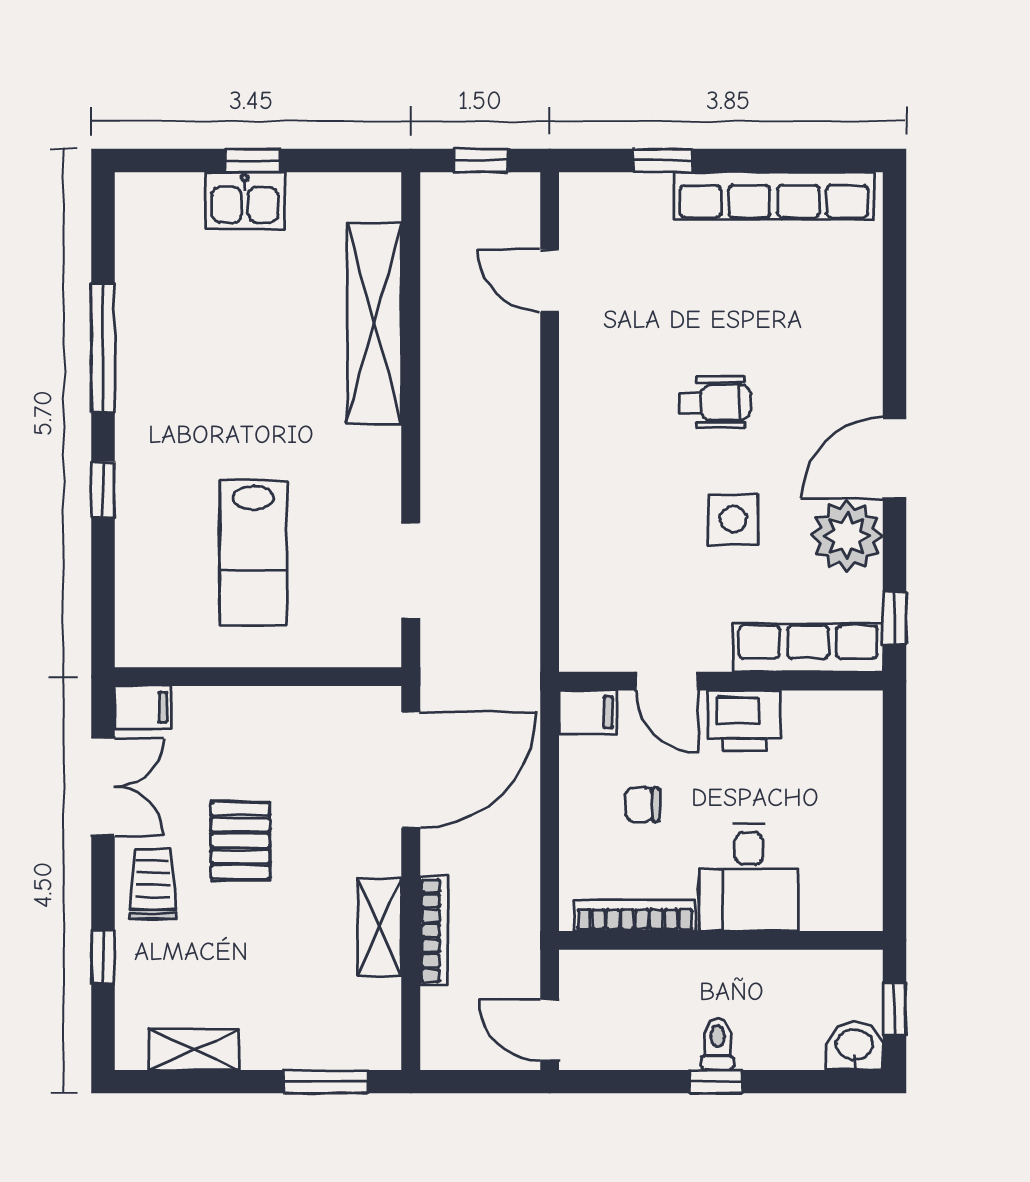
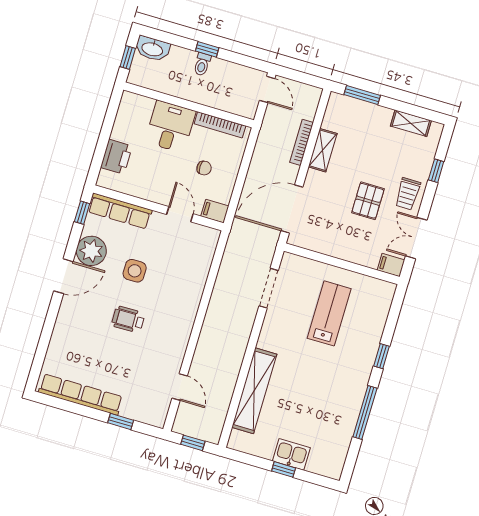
printer: (744, 720) -> (116, 157), moved, turned 90
washbasin: (854, 1046) -> (152, 49), width x1.38

